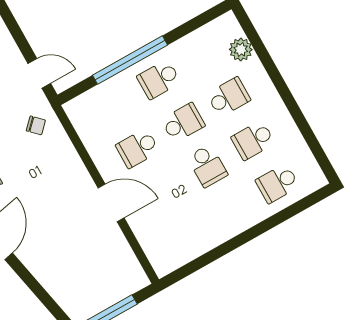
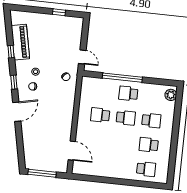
plant: (241, 49) -> (171, 95), moved
school desk: (207, 166) -> (123, 142), removed
school desk: (277, 183) -> (146, 169), turned 180
door: (111, 203) -> (72, 151), moved

